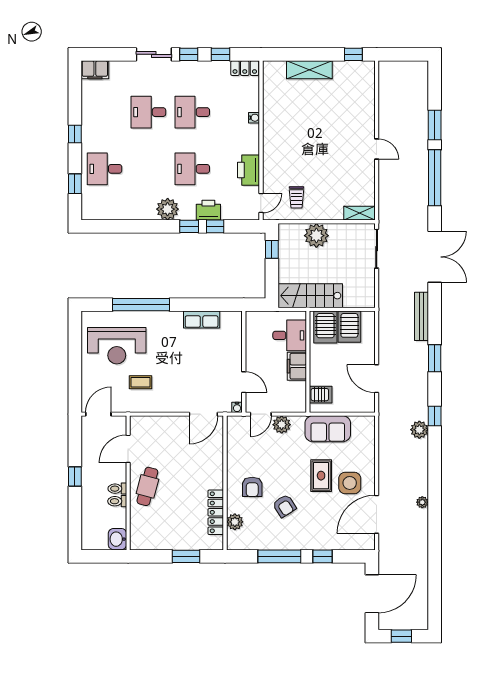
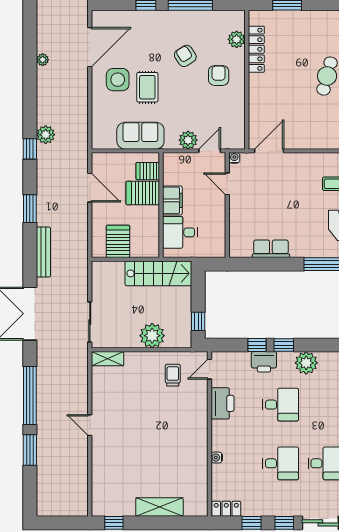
server rack: (325, 327) -> (143, 193), moved, turned -90

